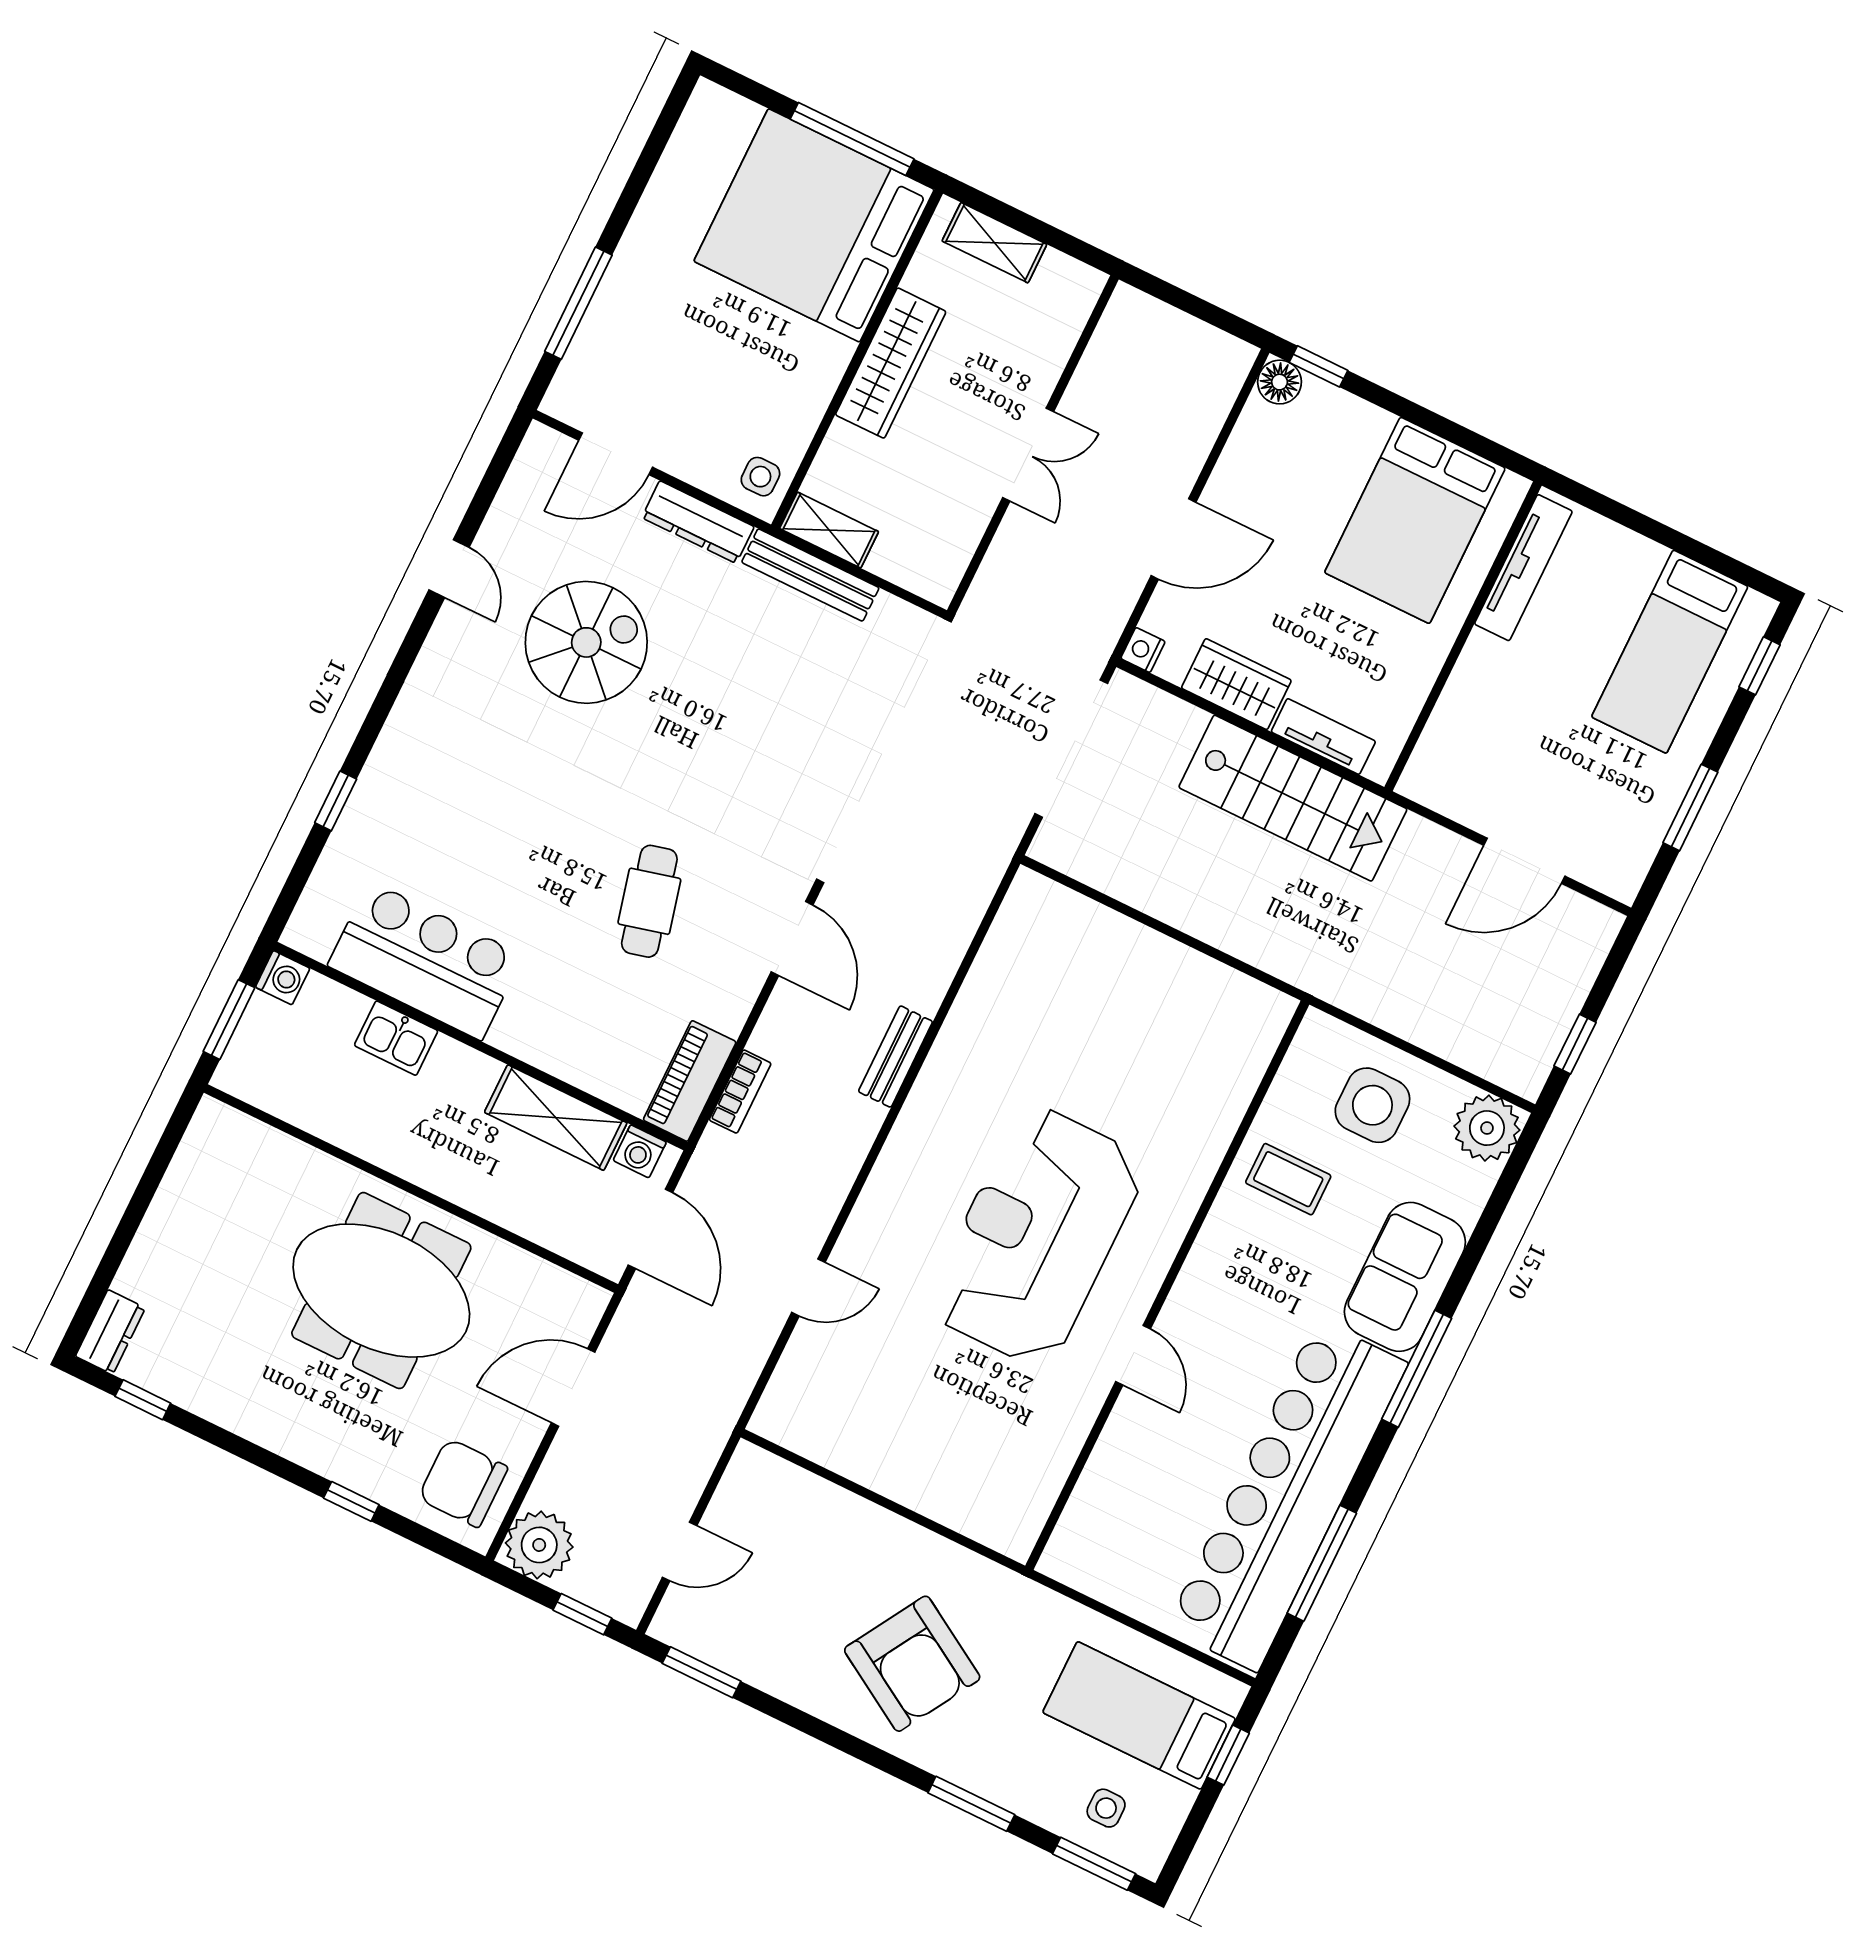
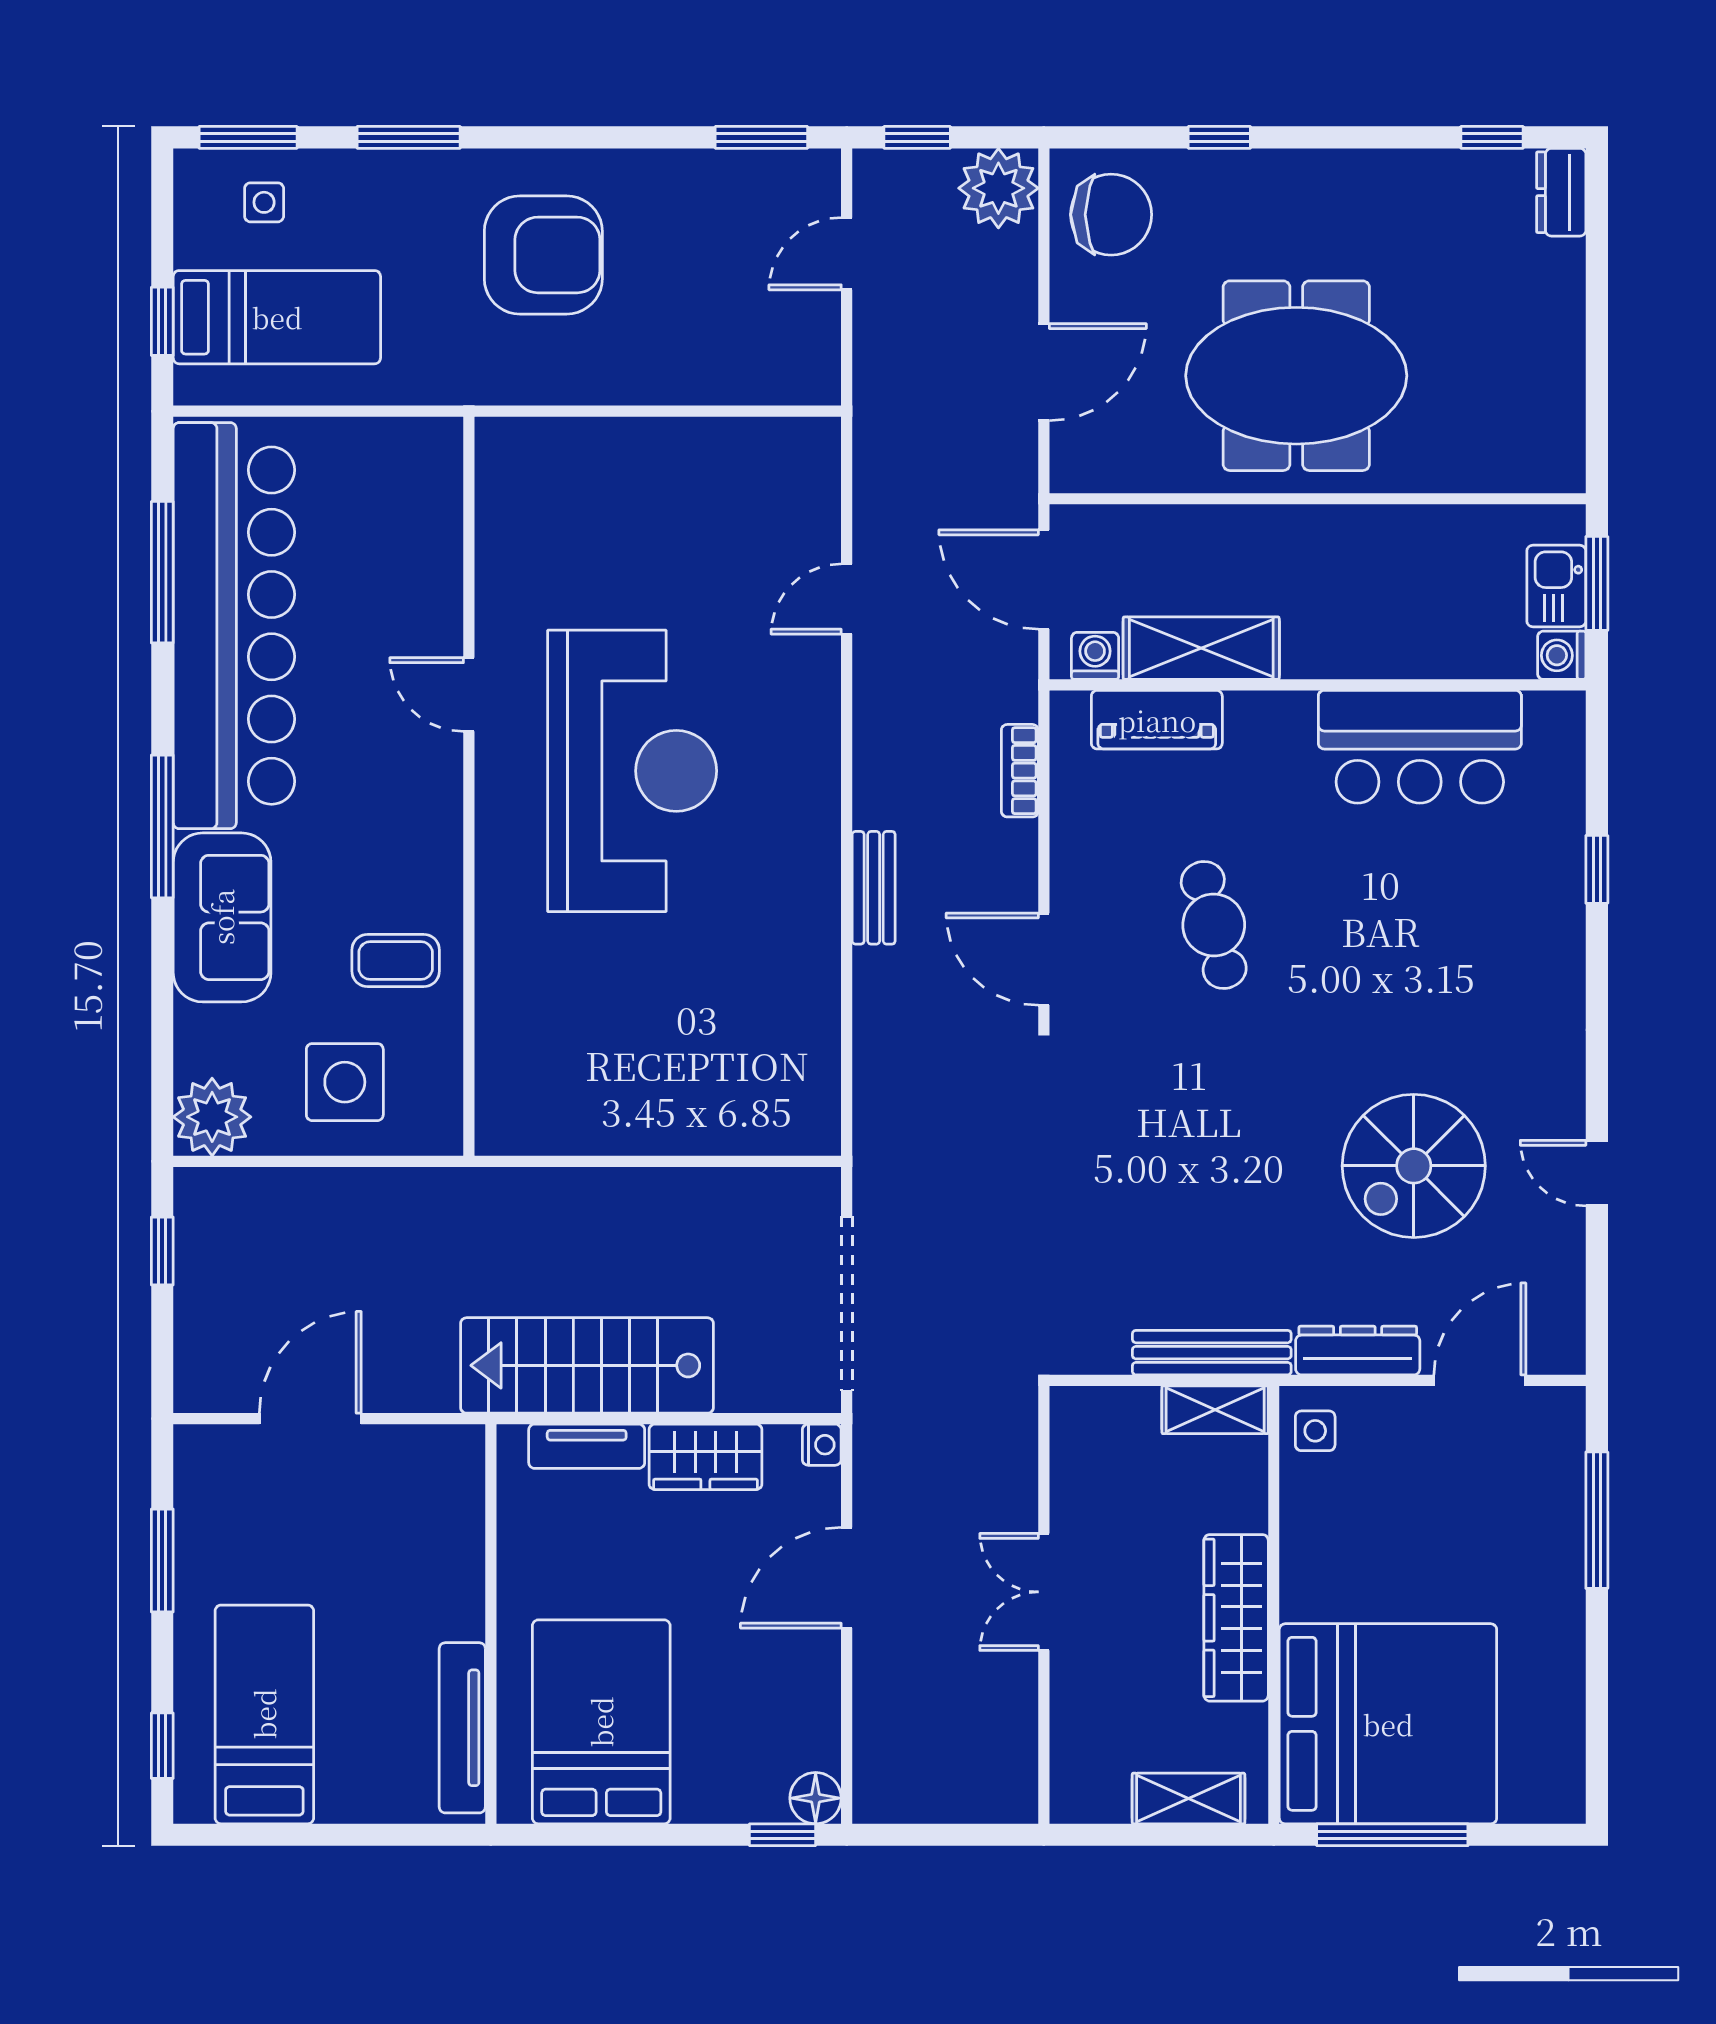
kitchen sink: (396, 1038) -> (1556, 586), moved, turned -90
piano: (690, 1081) -> (1157, 720), moved, turned 90
armchair: (912, 1664) -> (543, 255), turned 149

